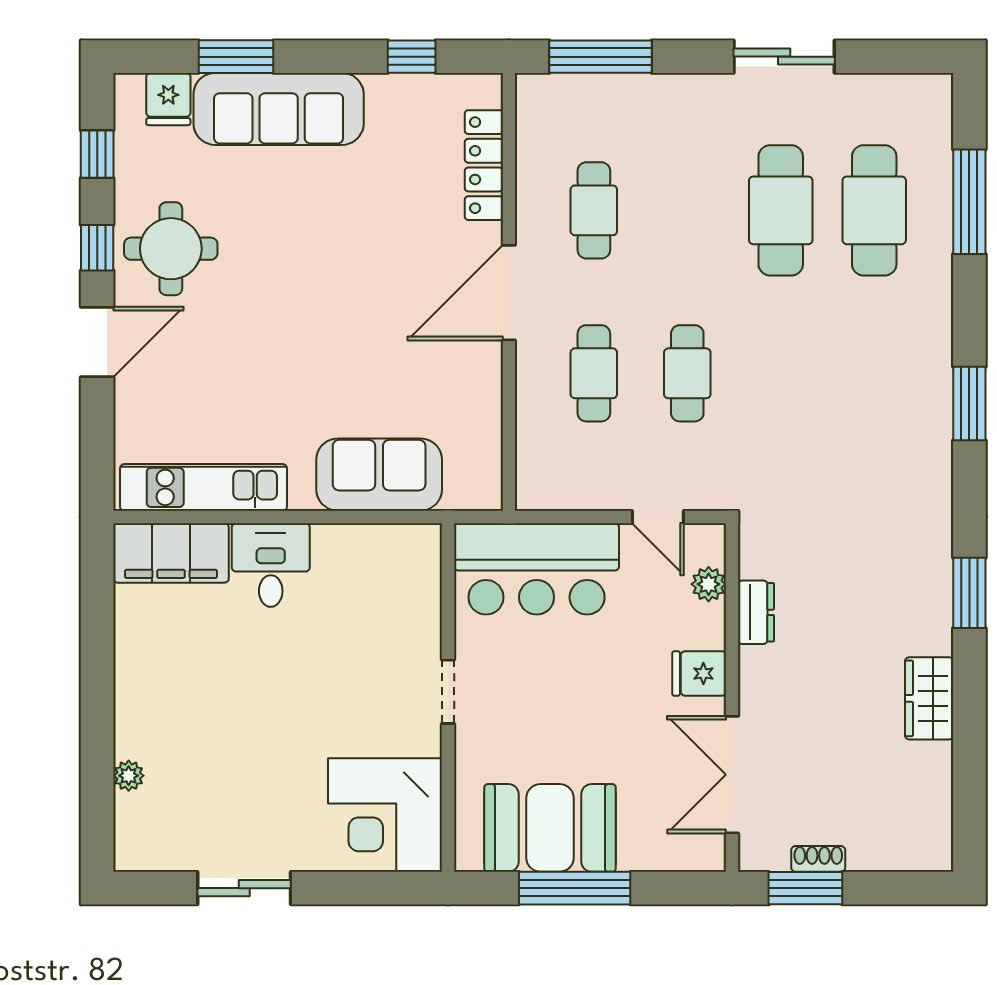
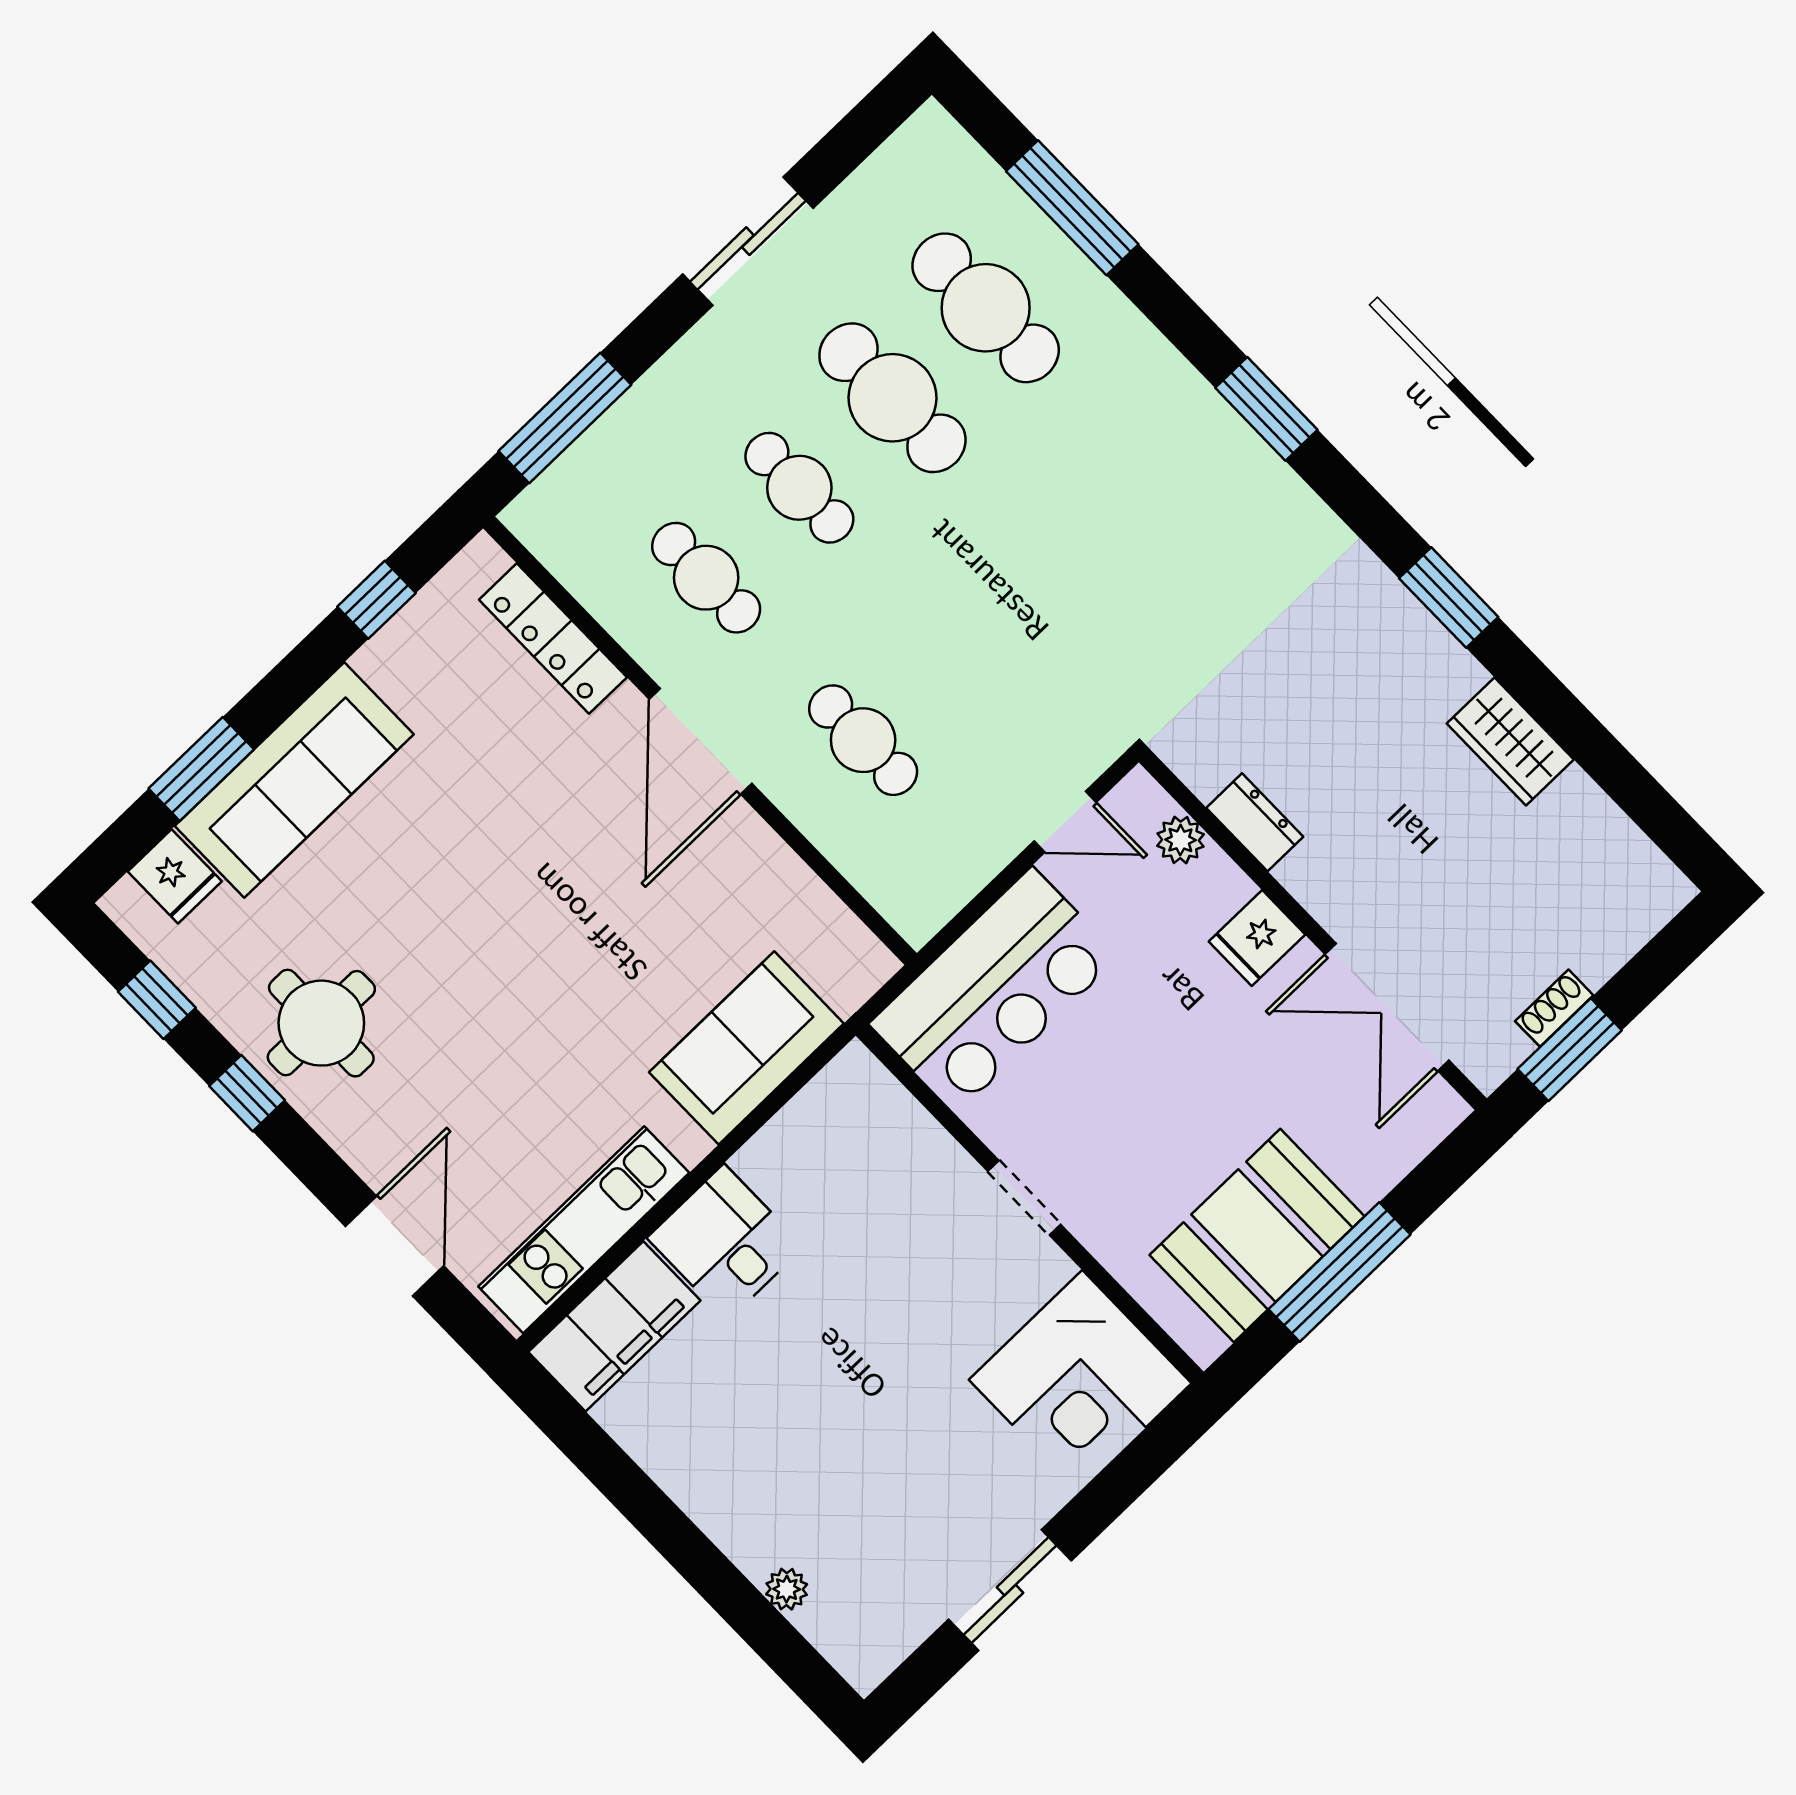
door: (97, 342) -> (394, 1246), moved
cafe table: (687, 373) -> (799, 488), moved

